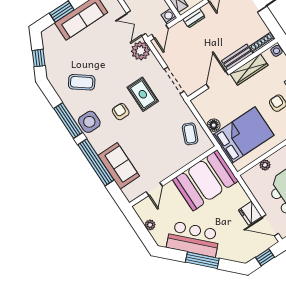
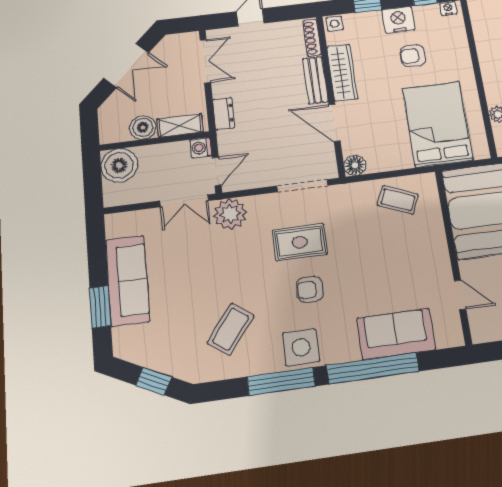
door: (160, 32) -> (217, 171), hinge flipped
floor lamp: (214, 125) -> (355, 165), moved

